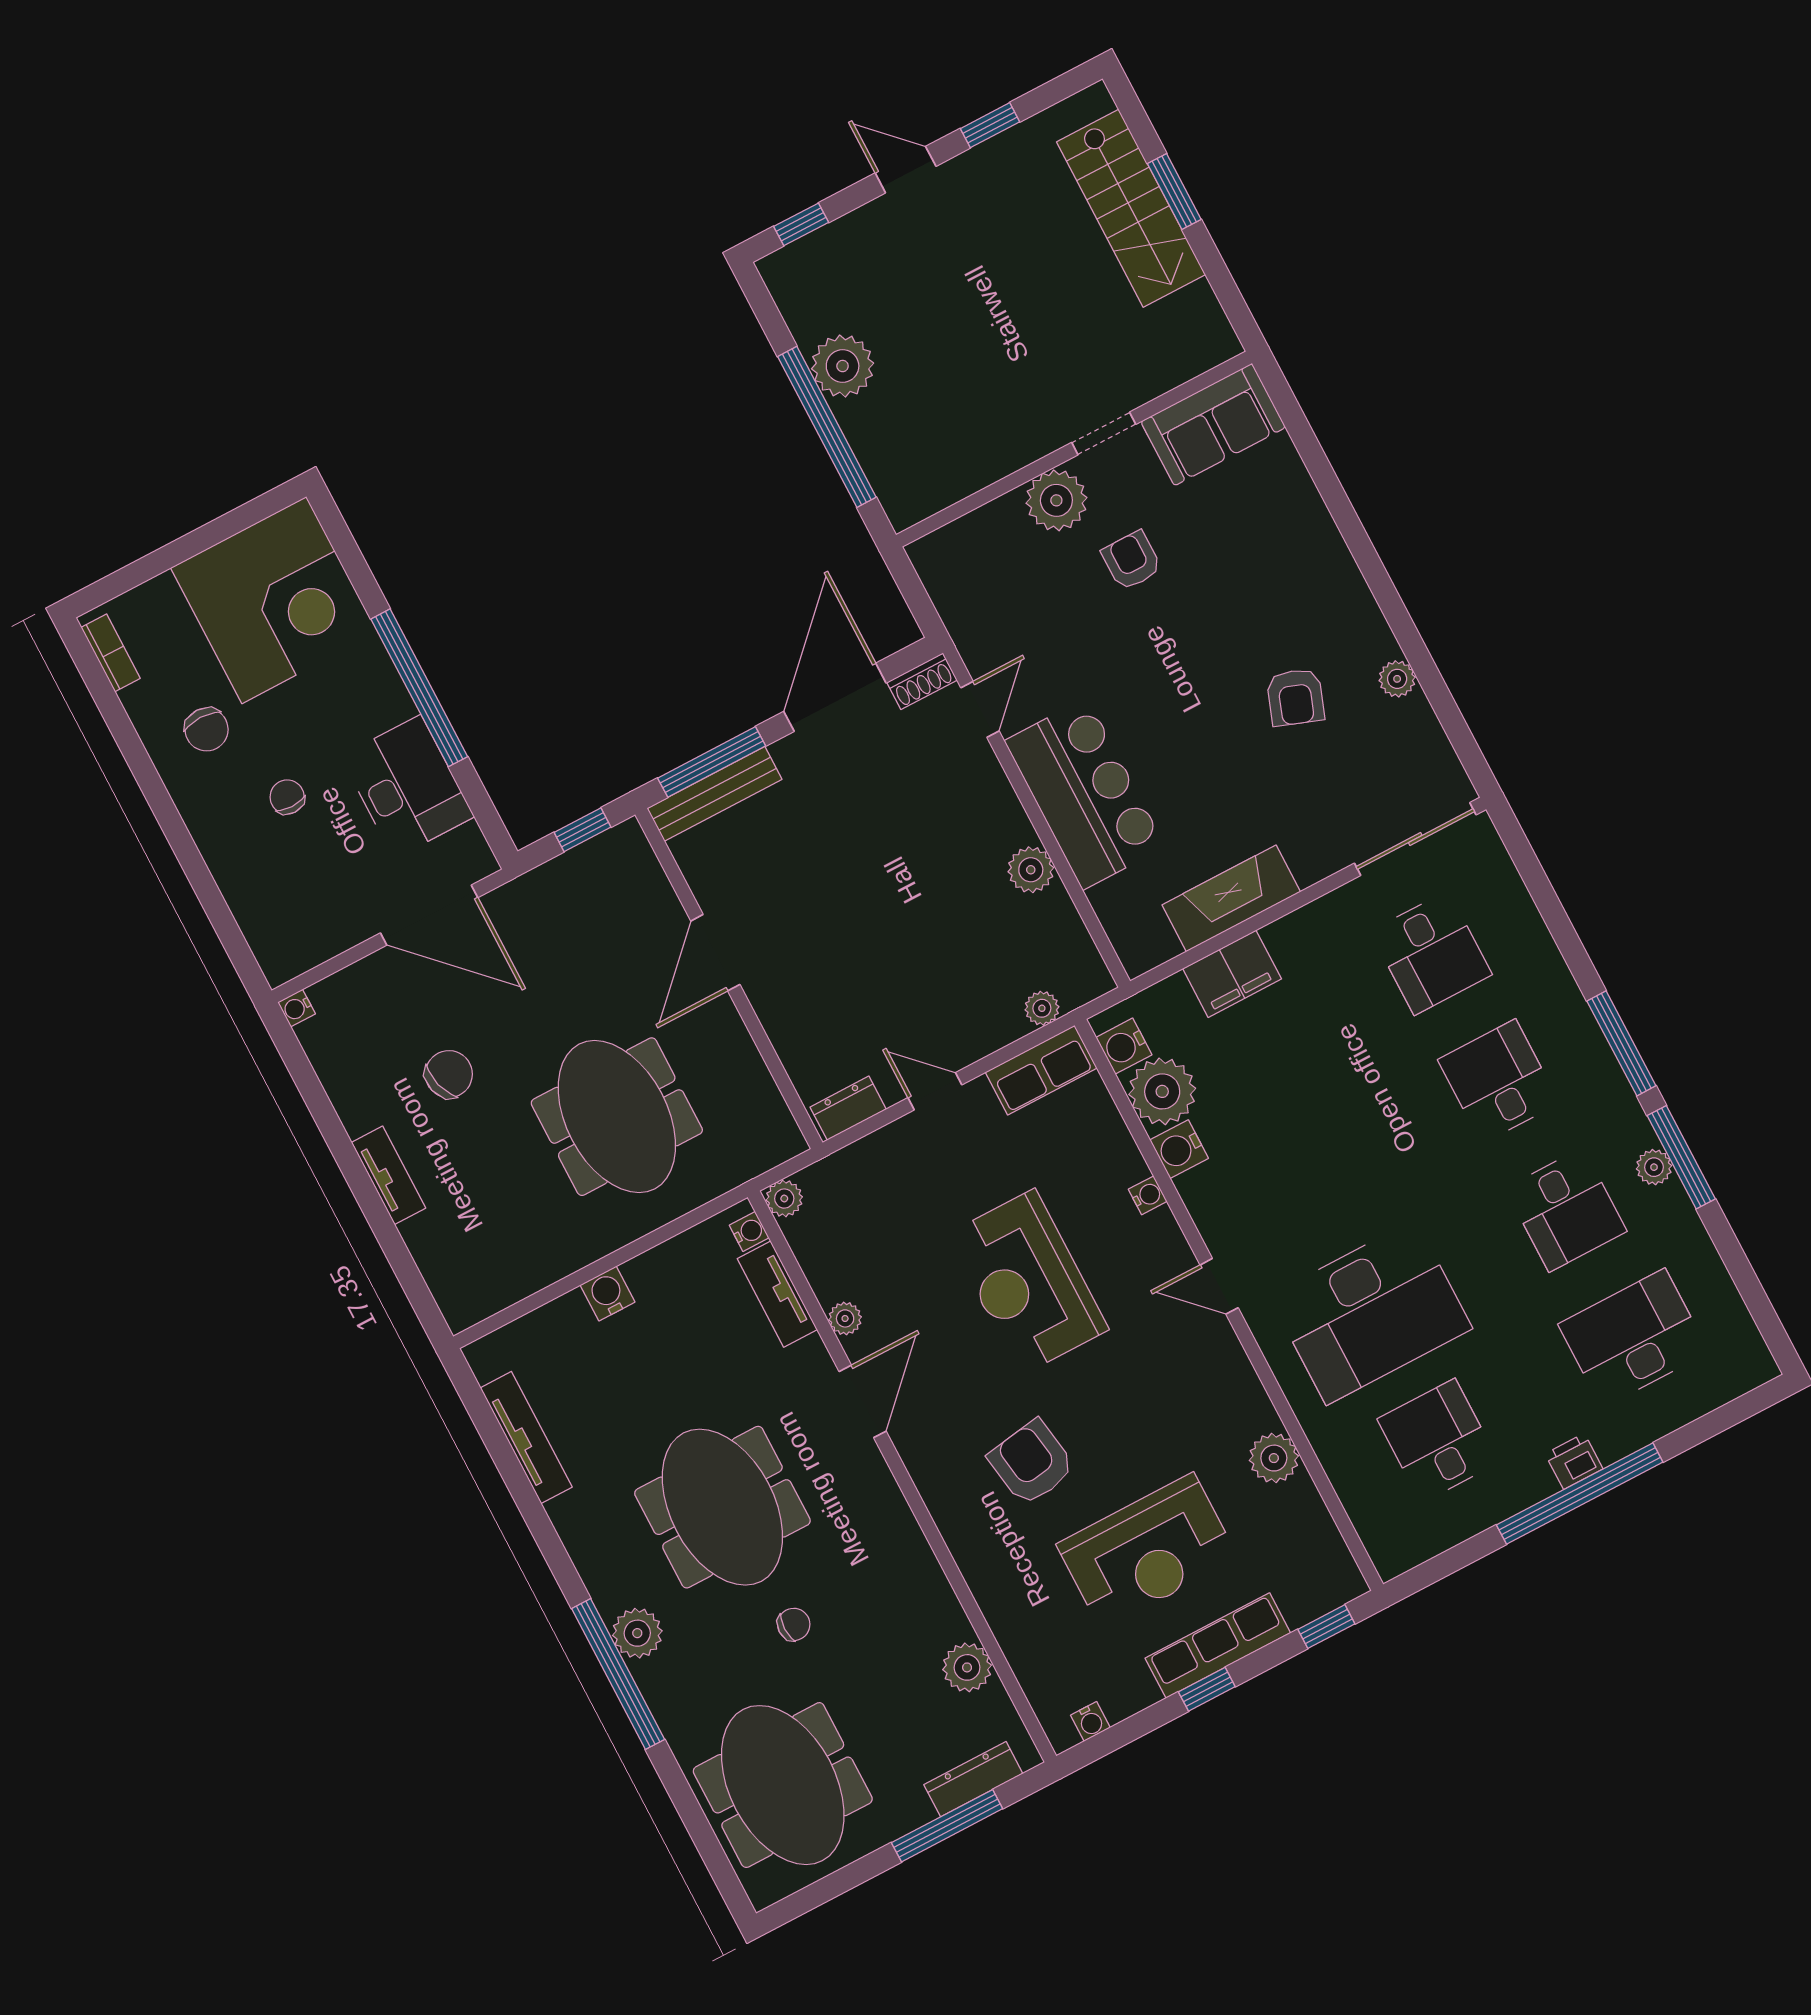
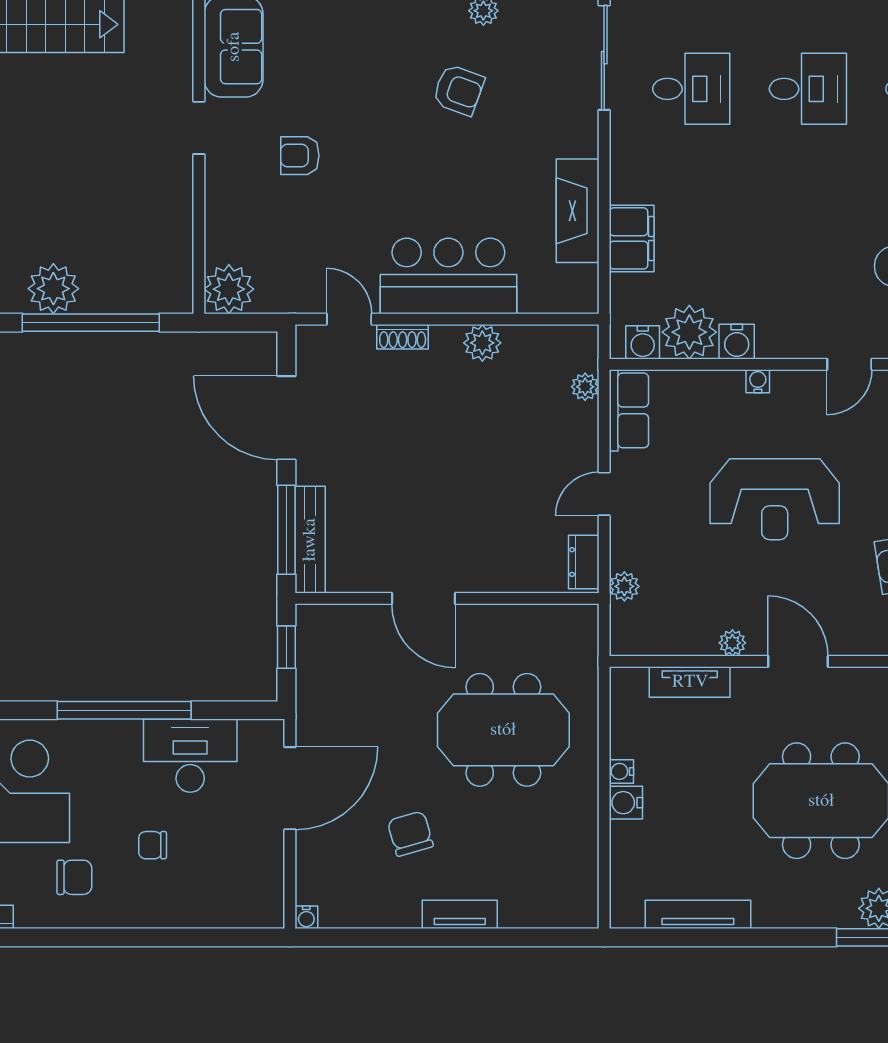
plant: (1056, 500) -> (229, 289), moved
shoe rack: (922, 681) -> (403, 337), moved, turned 90
desk: (1499, 1081) -> (808, 89), turned 180
plant: (784, 1199) -> (624, 586), moved
water cooler: (749, 1231) -> (621, 771), moved, turned -90

